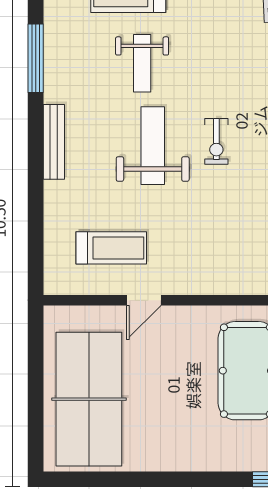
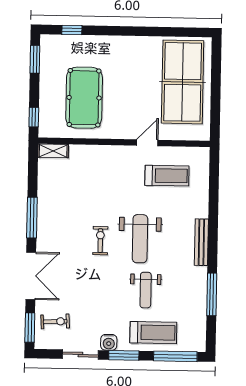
weight bench: (142, 63) -> (146, 290), turned 180
treadmill: (111, 248) -> (167, 176), turned 180

